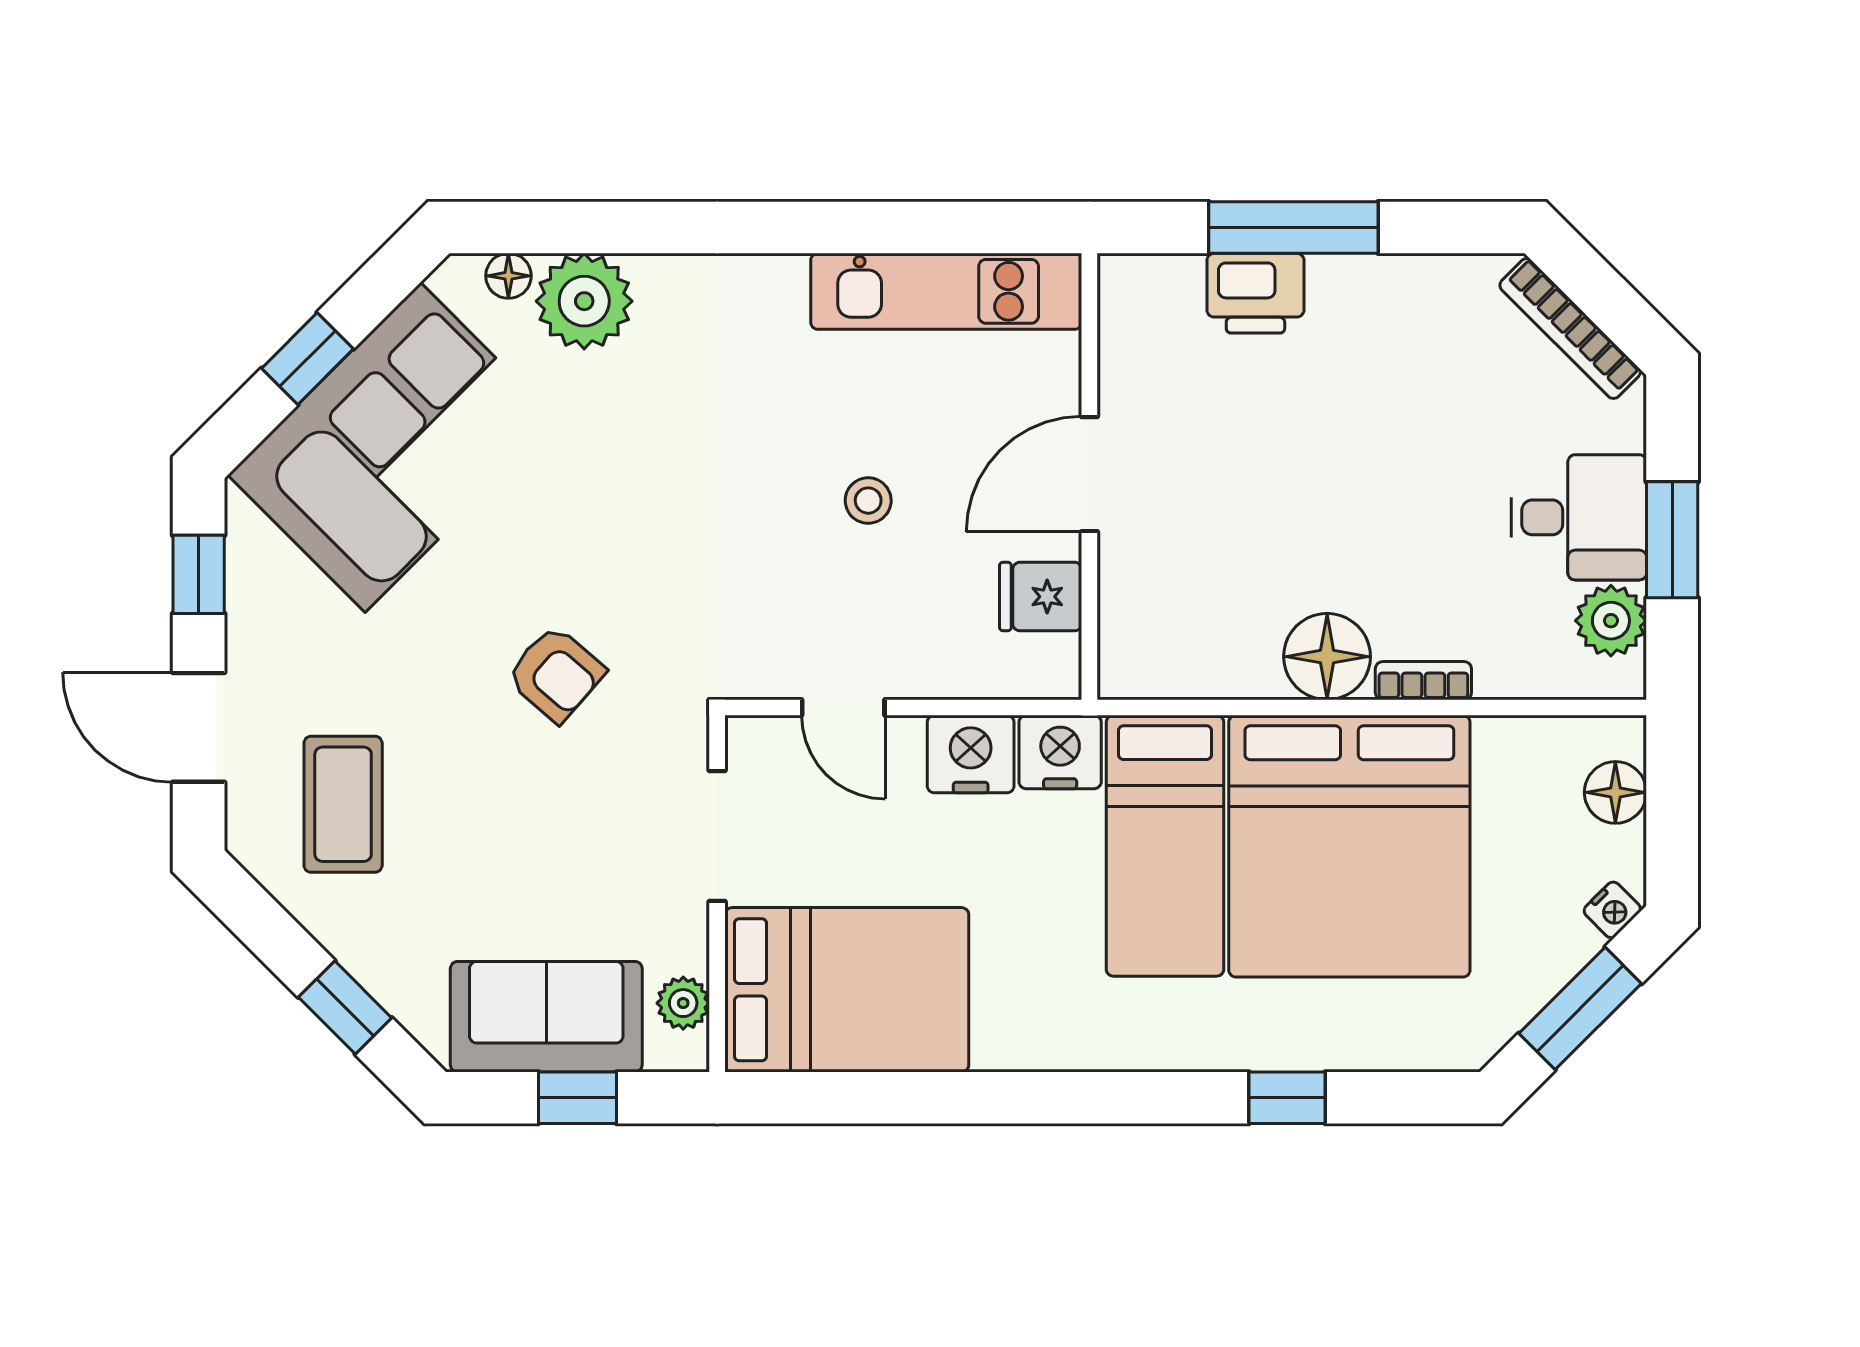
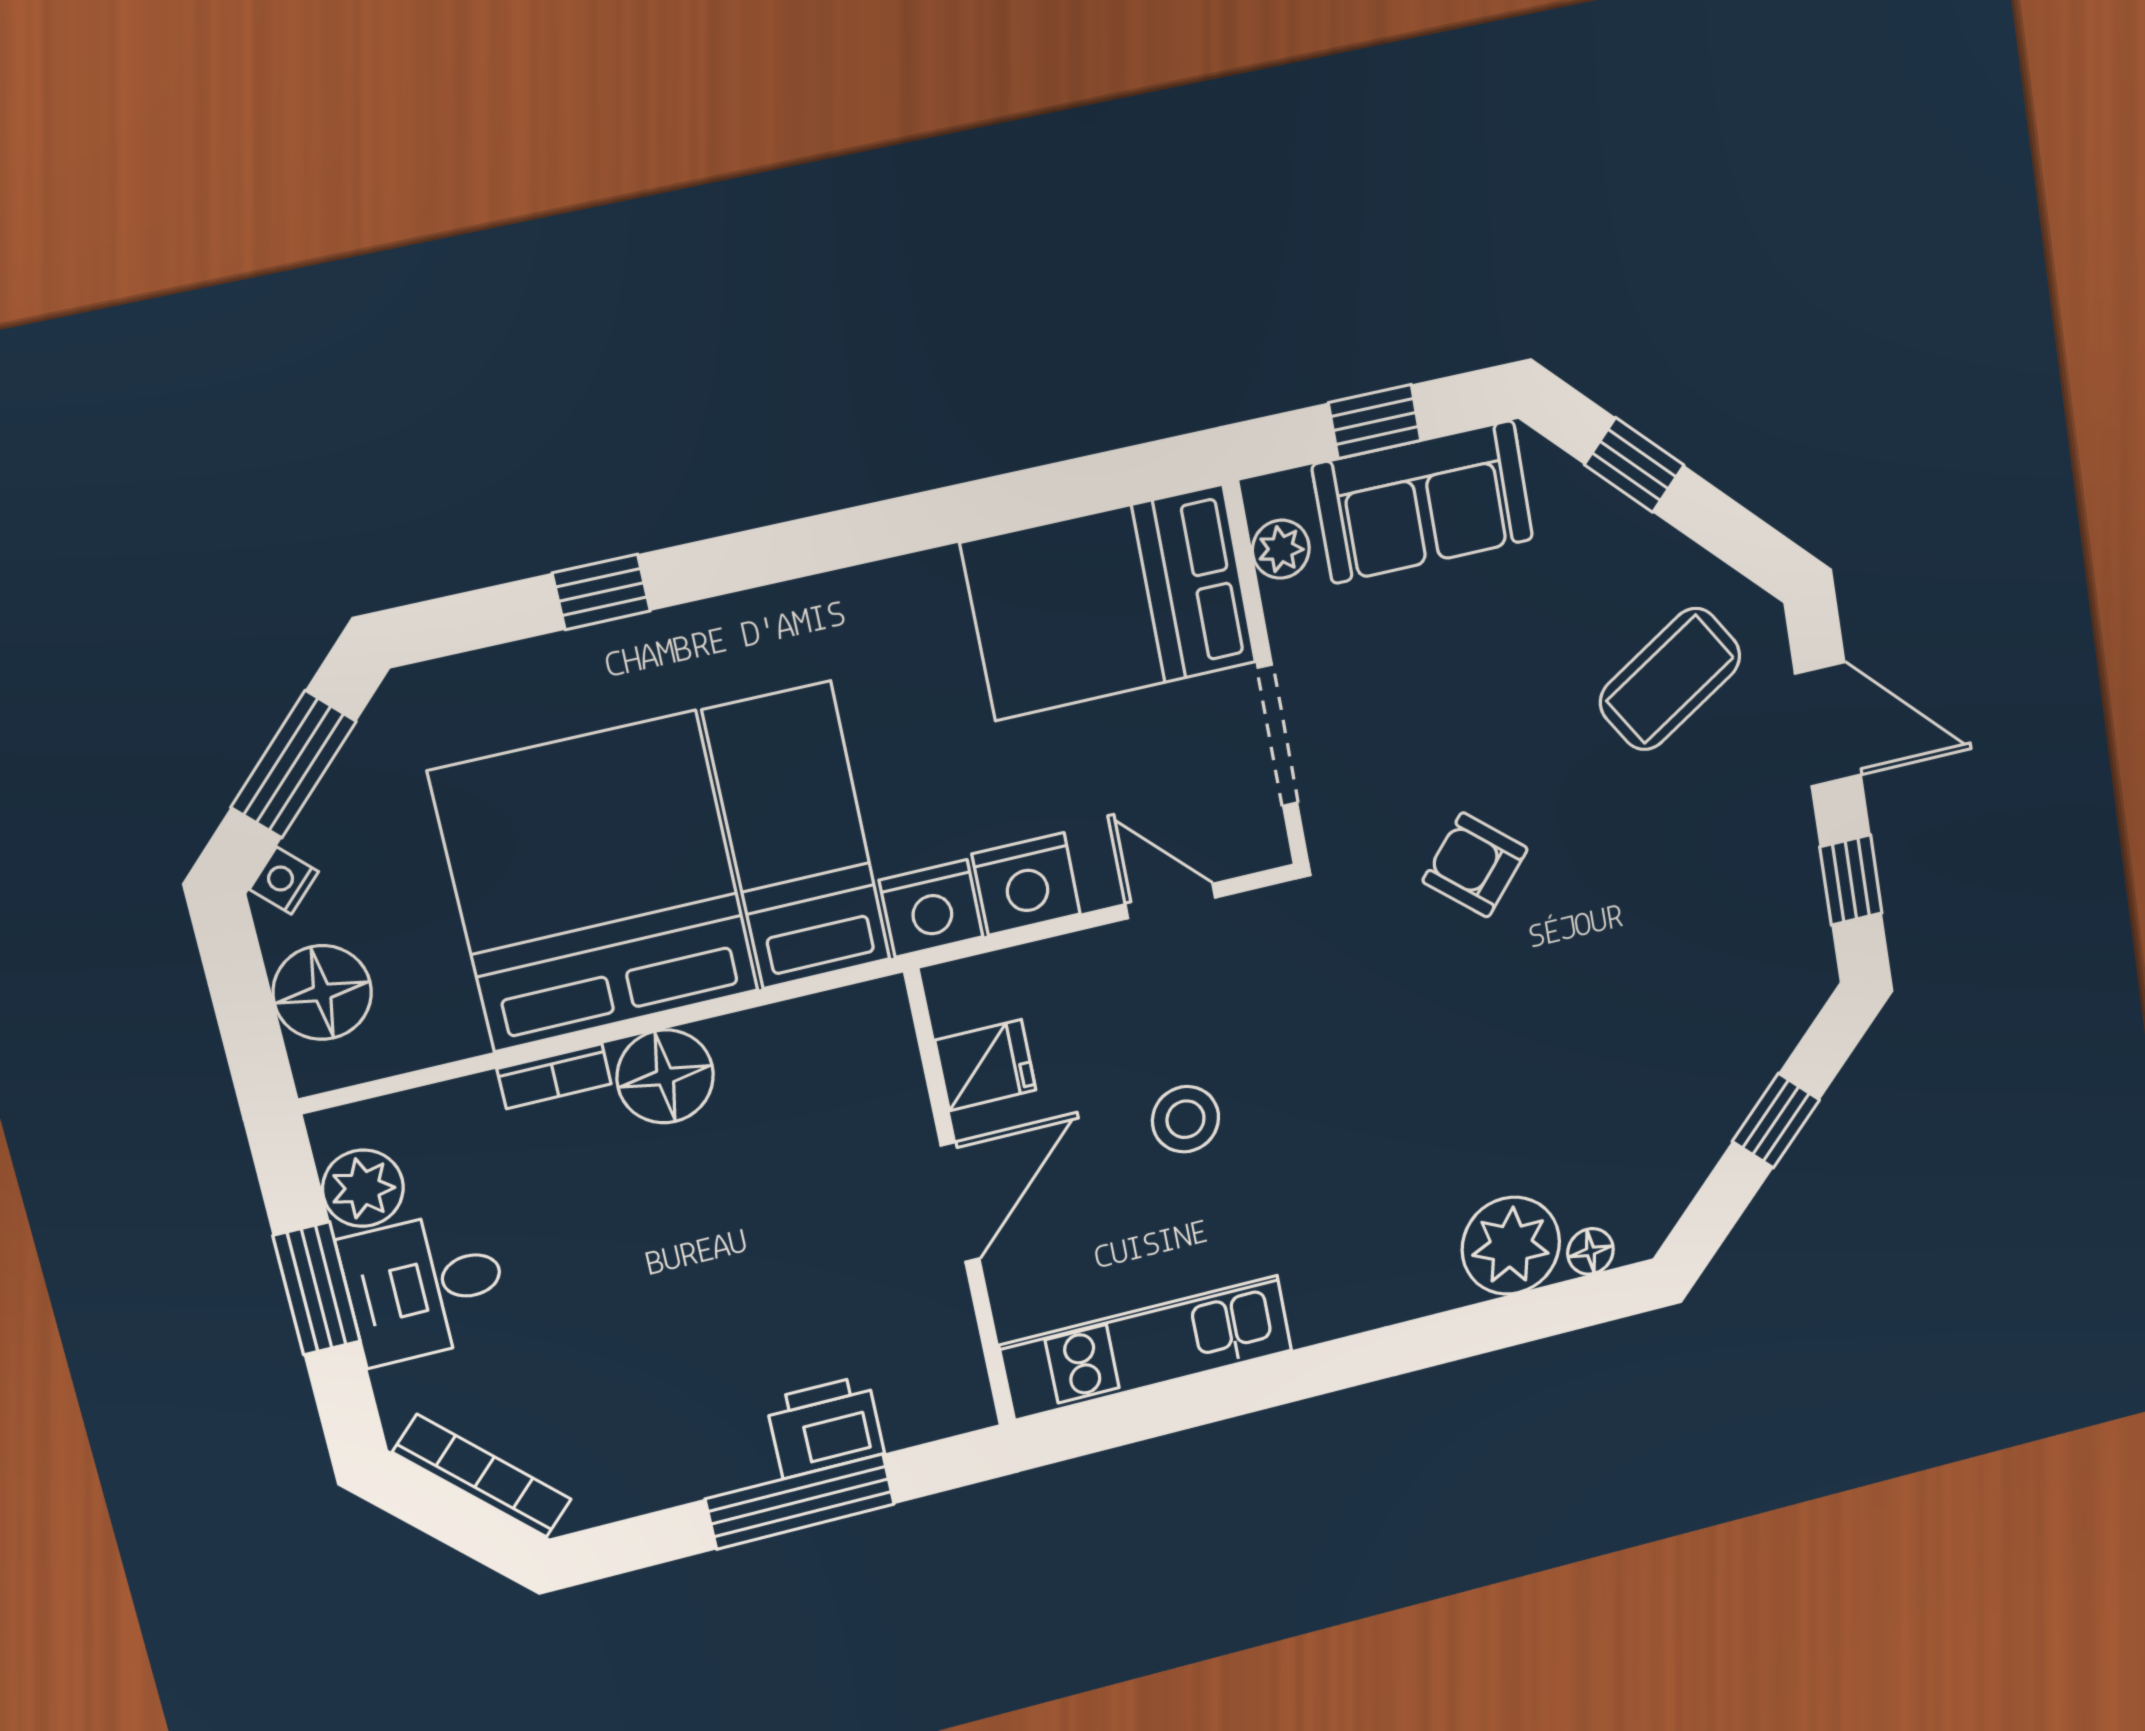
corner sofa: (393, 447) -> (1678, 1054), removed
stool: (868, 501) -> (1185, 1119), width x1.37, depth x1.37
floor lamp: (1615, 792) -> (322, 993), width x1.38, depth x1.38
coffee table: (343, 804) -> (1670, 679), turned 58

